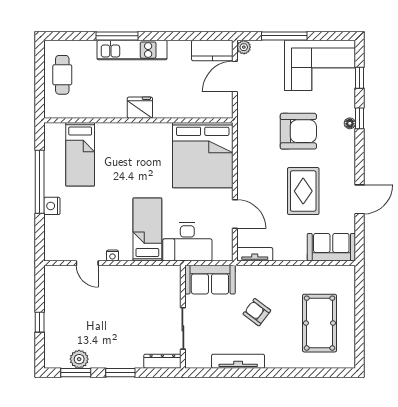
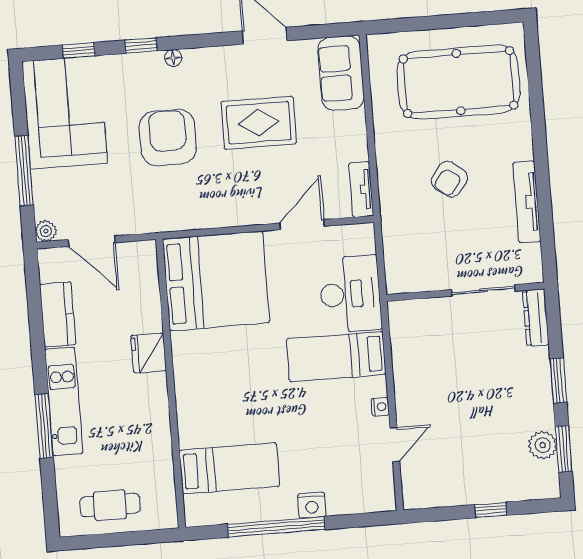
kitchen counter: (212, 51) -> (58, 314), moved
fridge: (140, 108) -> (149, 353), moved
floor lamp: (350, 123) -> (173, 58), moved
sofa: (210, 280) -> (405, 255), removed
pool table: (320, 323) -> (459, 82), width x1.36, depth x1.32

